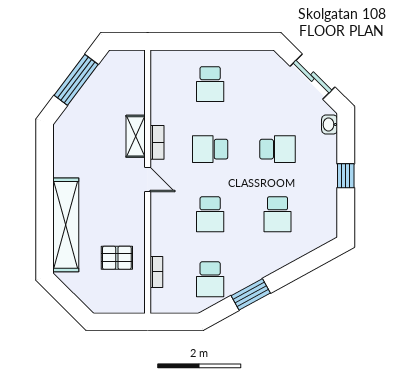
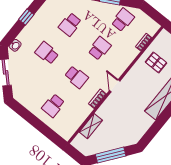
school desk: (210, 84) -> (53, 106), turned 180
shelving: (136, 136) -> (91, 126), moved
school desk: (277, 214) -> (70, 24), turned 180

